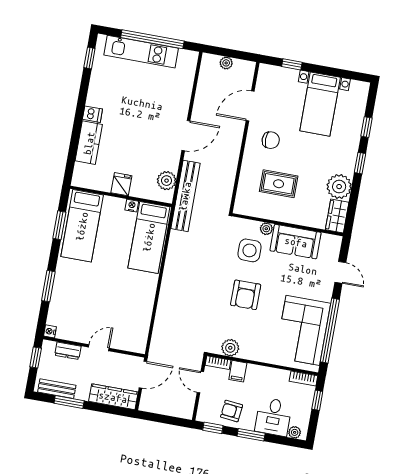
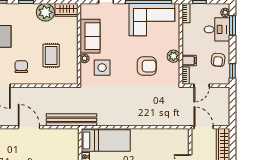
plant: (167, 181) -> (63, 135), removed
armchair: (246, 295) -> (147, 66), moved
plant: (230, 348) -> (173, 56), moved
window: (251, 435) -> (232, 25), moved

